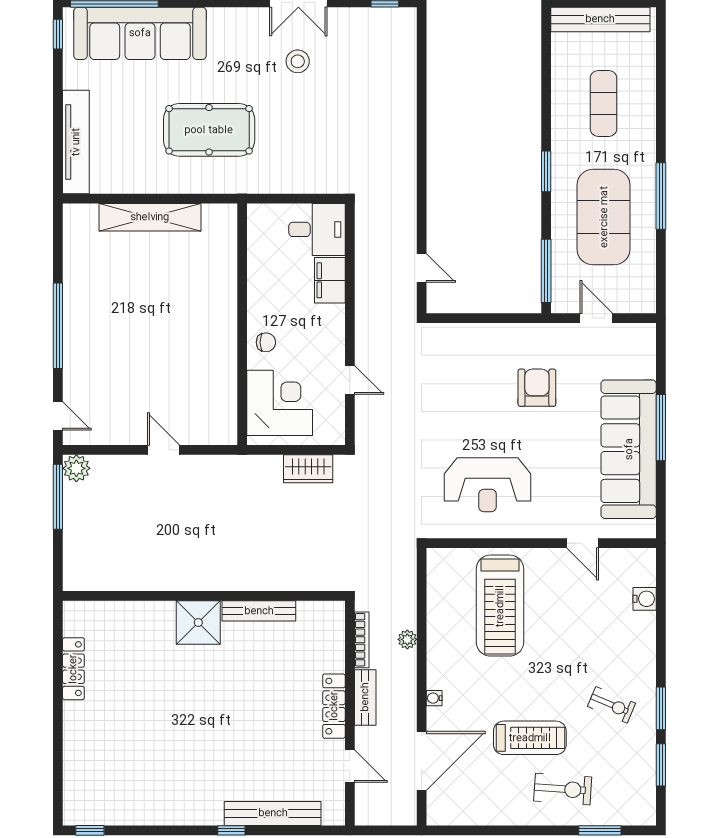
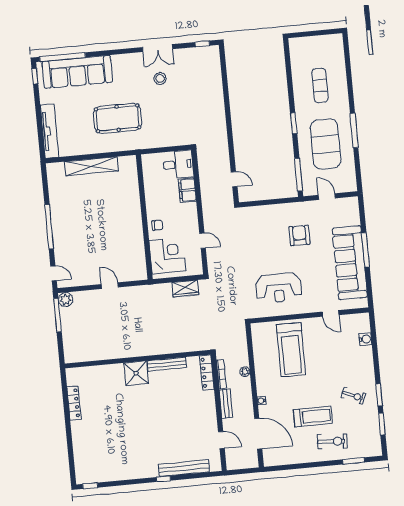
bench: (600, 19) -> (314, 42), removed
locker: (334, 706) -> (207, 373), moved
door: (422, 761) -> (258, 434), hinge flipped

